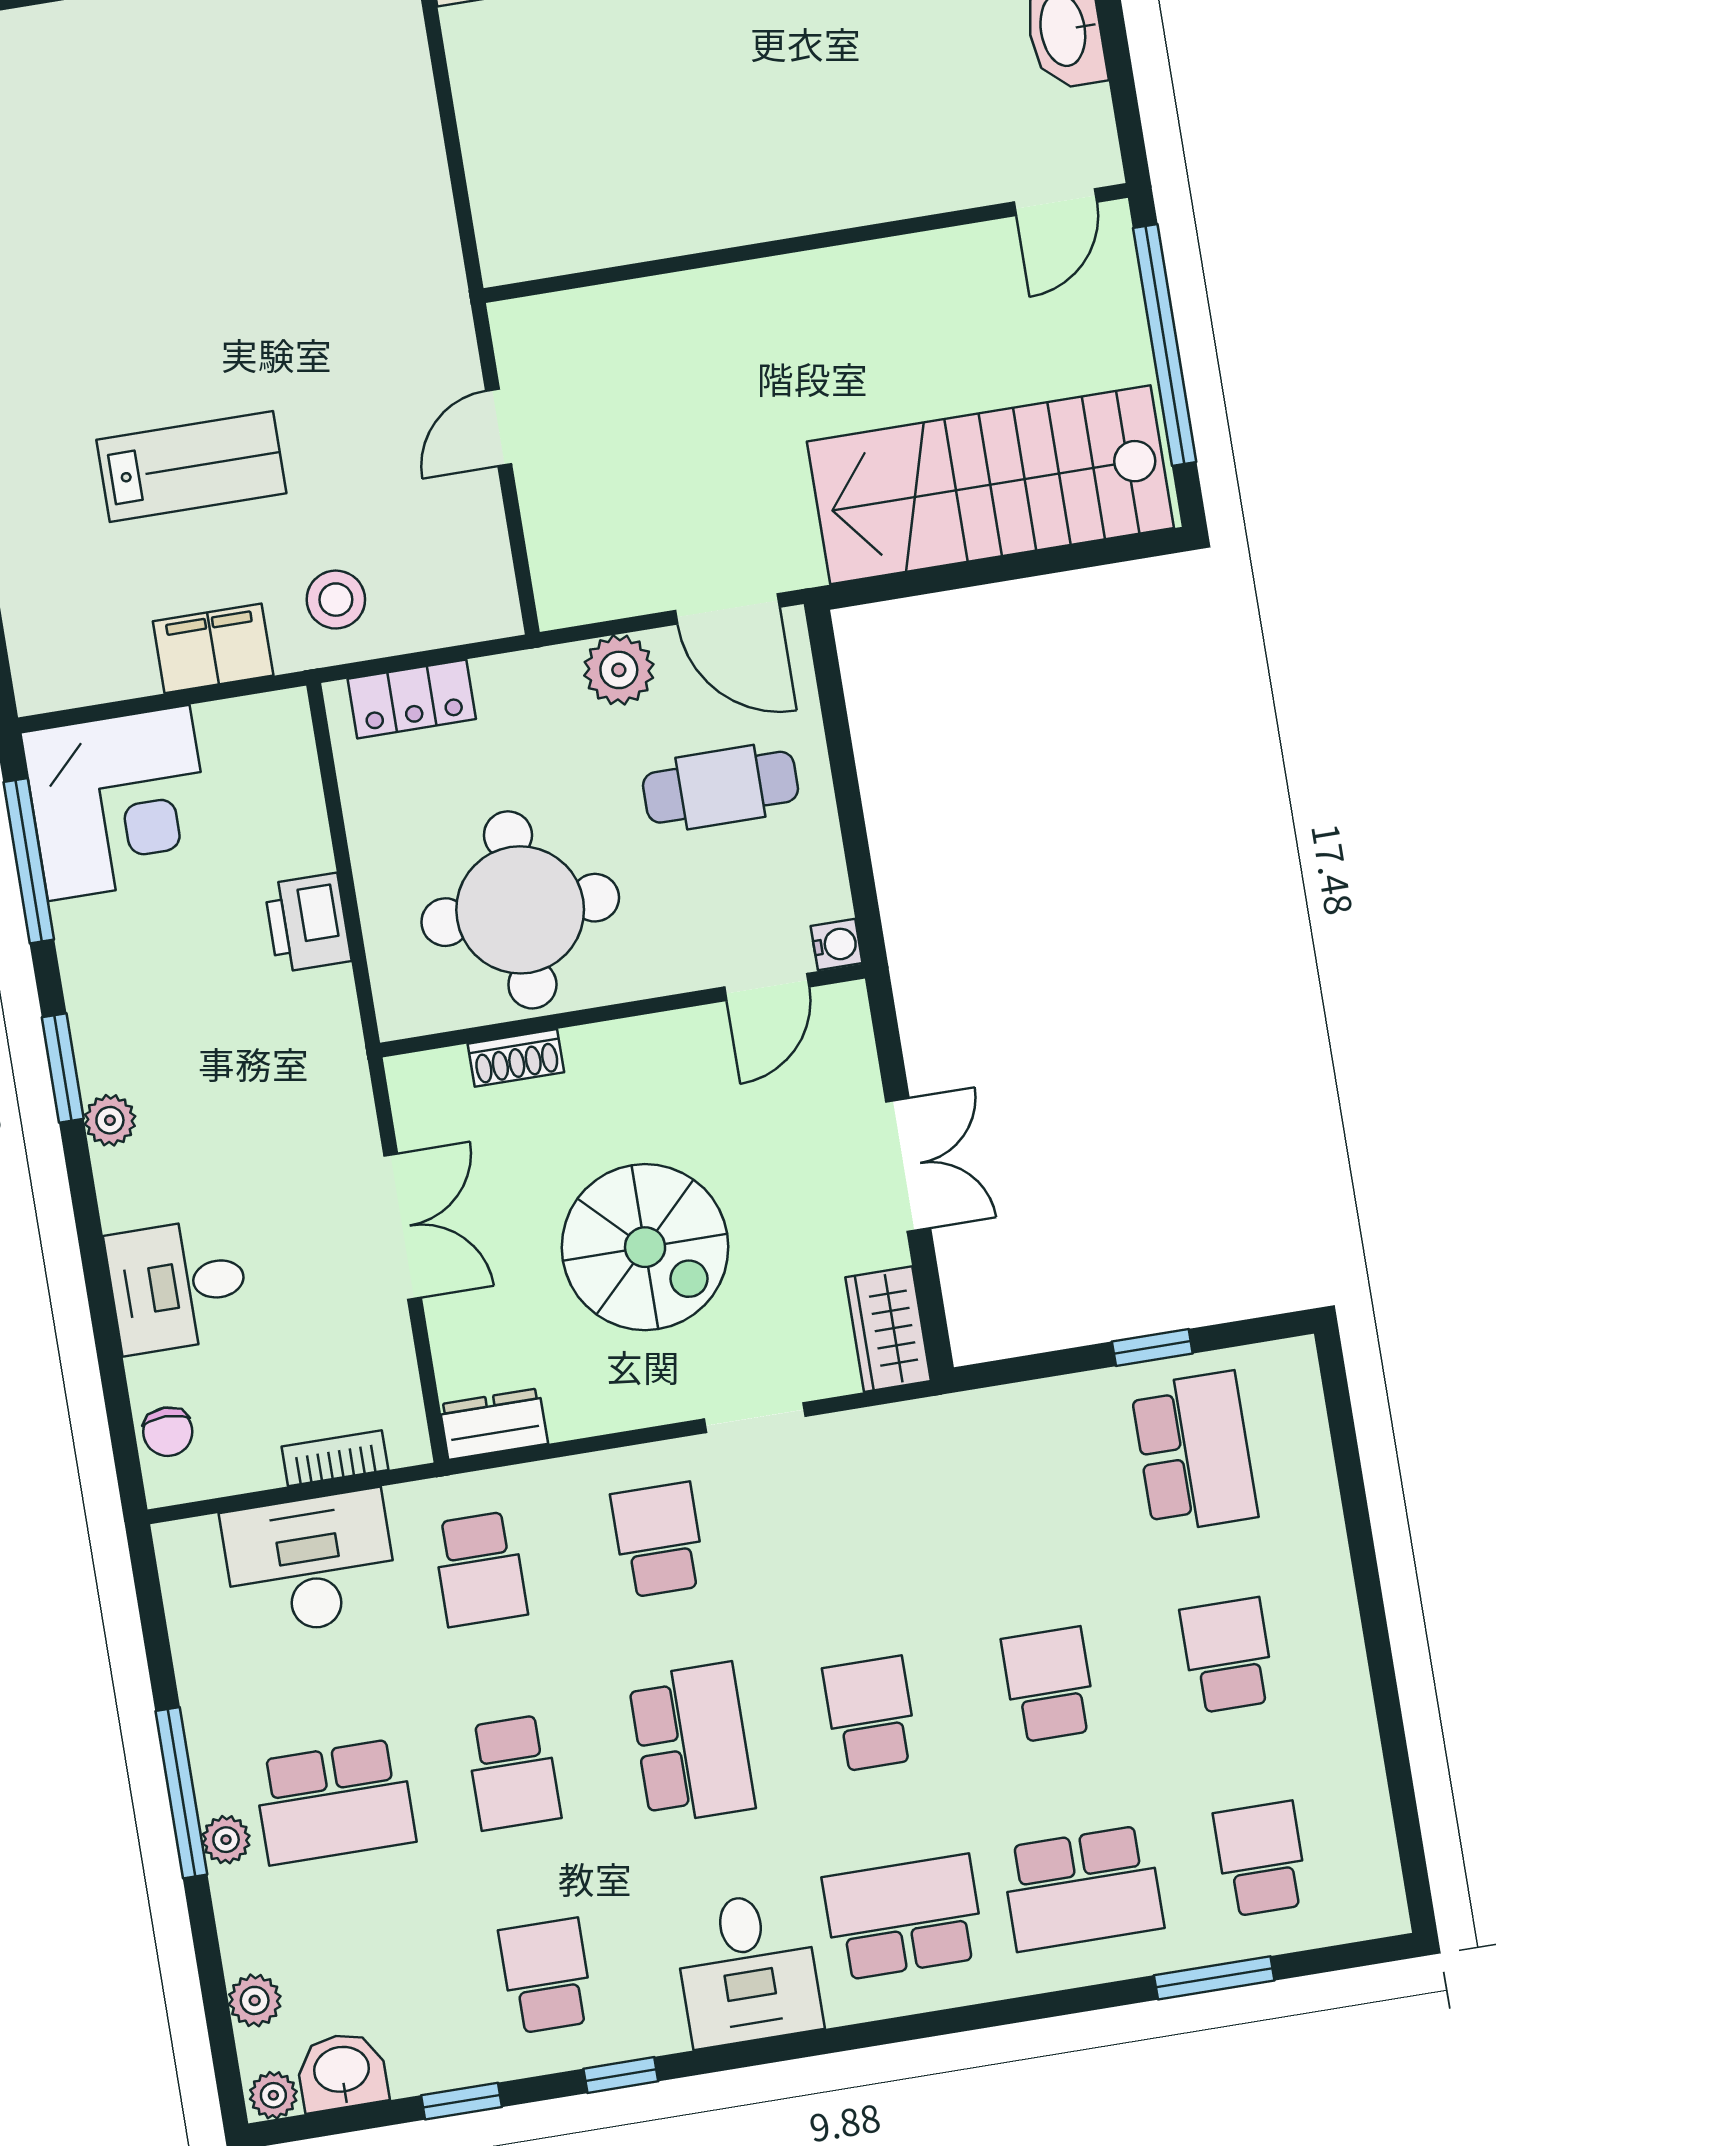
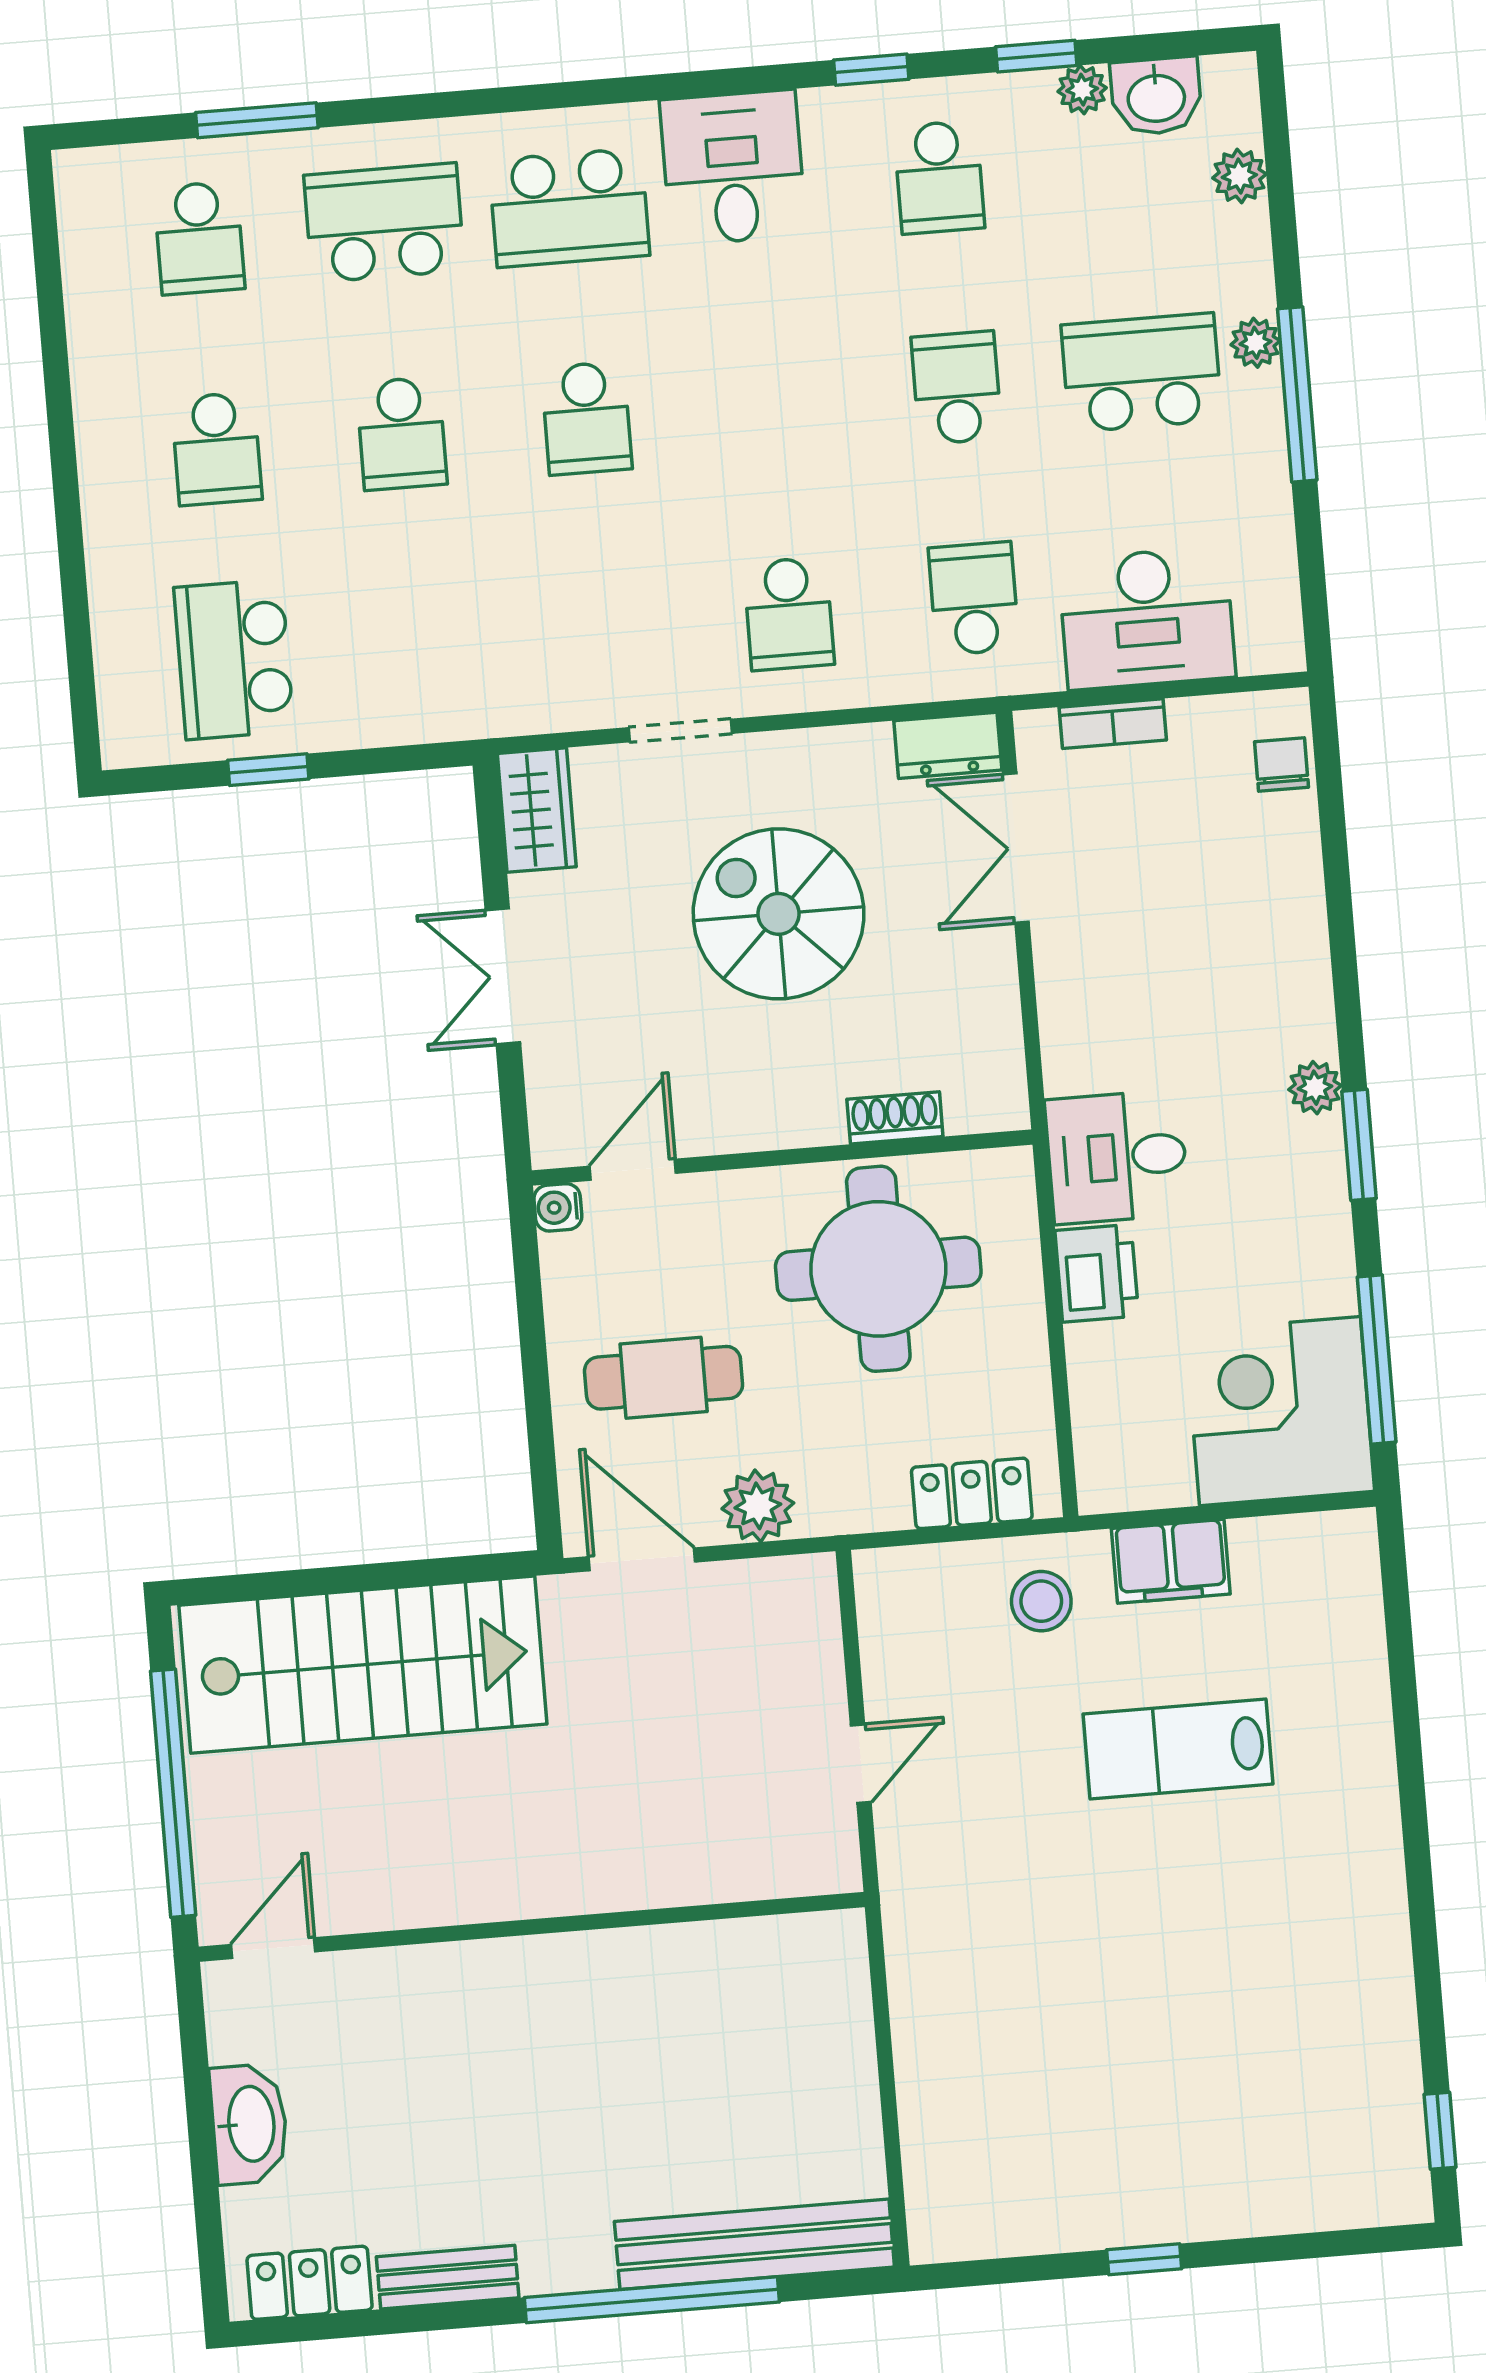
double door: (403, 1227) -> (1016, 848), moved
desk: (178, 1286) -> (1117, 1157), moved, turned 180
school desk: (692, 1743) -> (772, 403), removed
plant: (273, 2095) -> (1082, 90), moved

